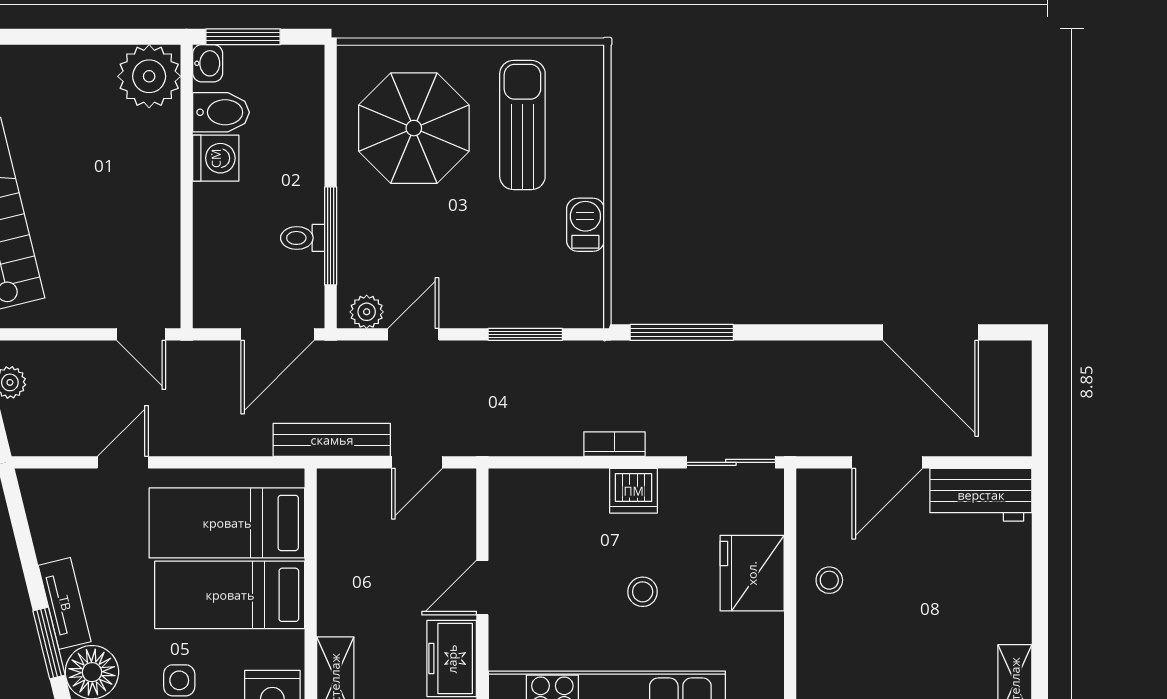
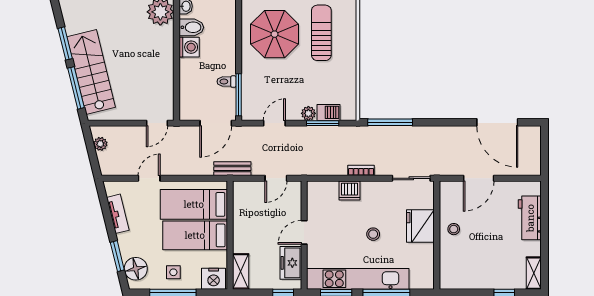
barbecue: (585, 225) -> (328, 112), moved, turned 90
window: (331, 236) -> (239, 95), moved
plant: (367, 312) -> (308, 113), moved
door: (141, 334) -> (157, 123), hinge flipped
bench: (332, 440) -> (232, 169), width x0.73
dishwasher: (634, 491) -> (350, 191), moved
workbench: (981, 495) -> (530, 218), moved, turned 90
tv unit: (65, 603) -> (118, 214), moved

